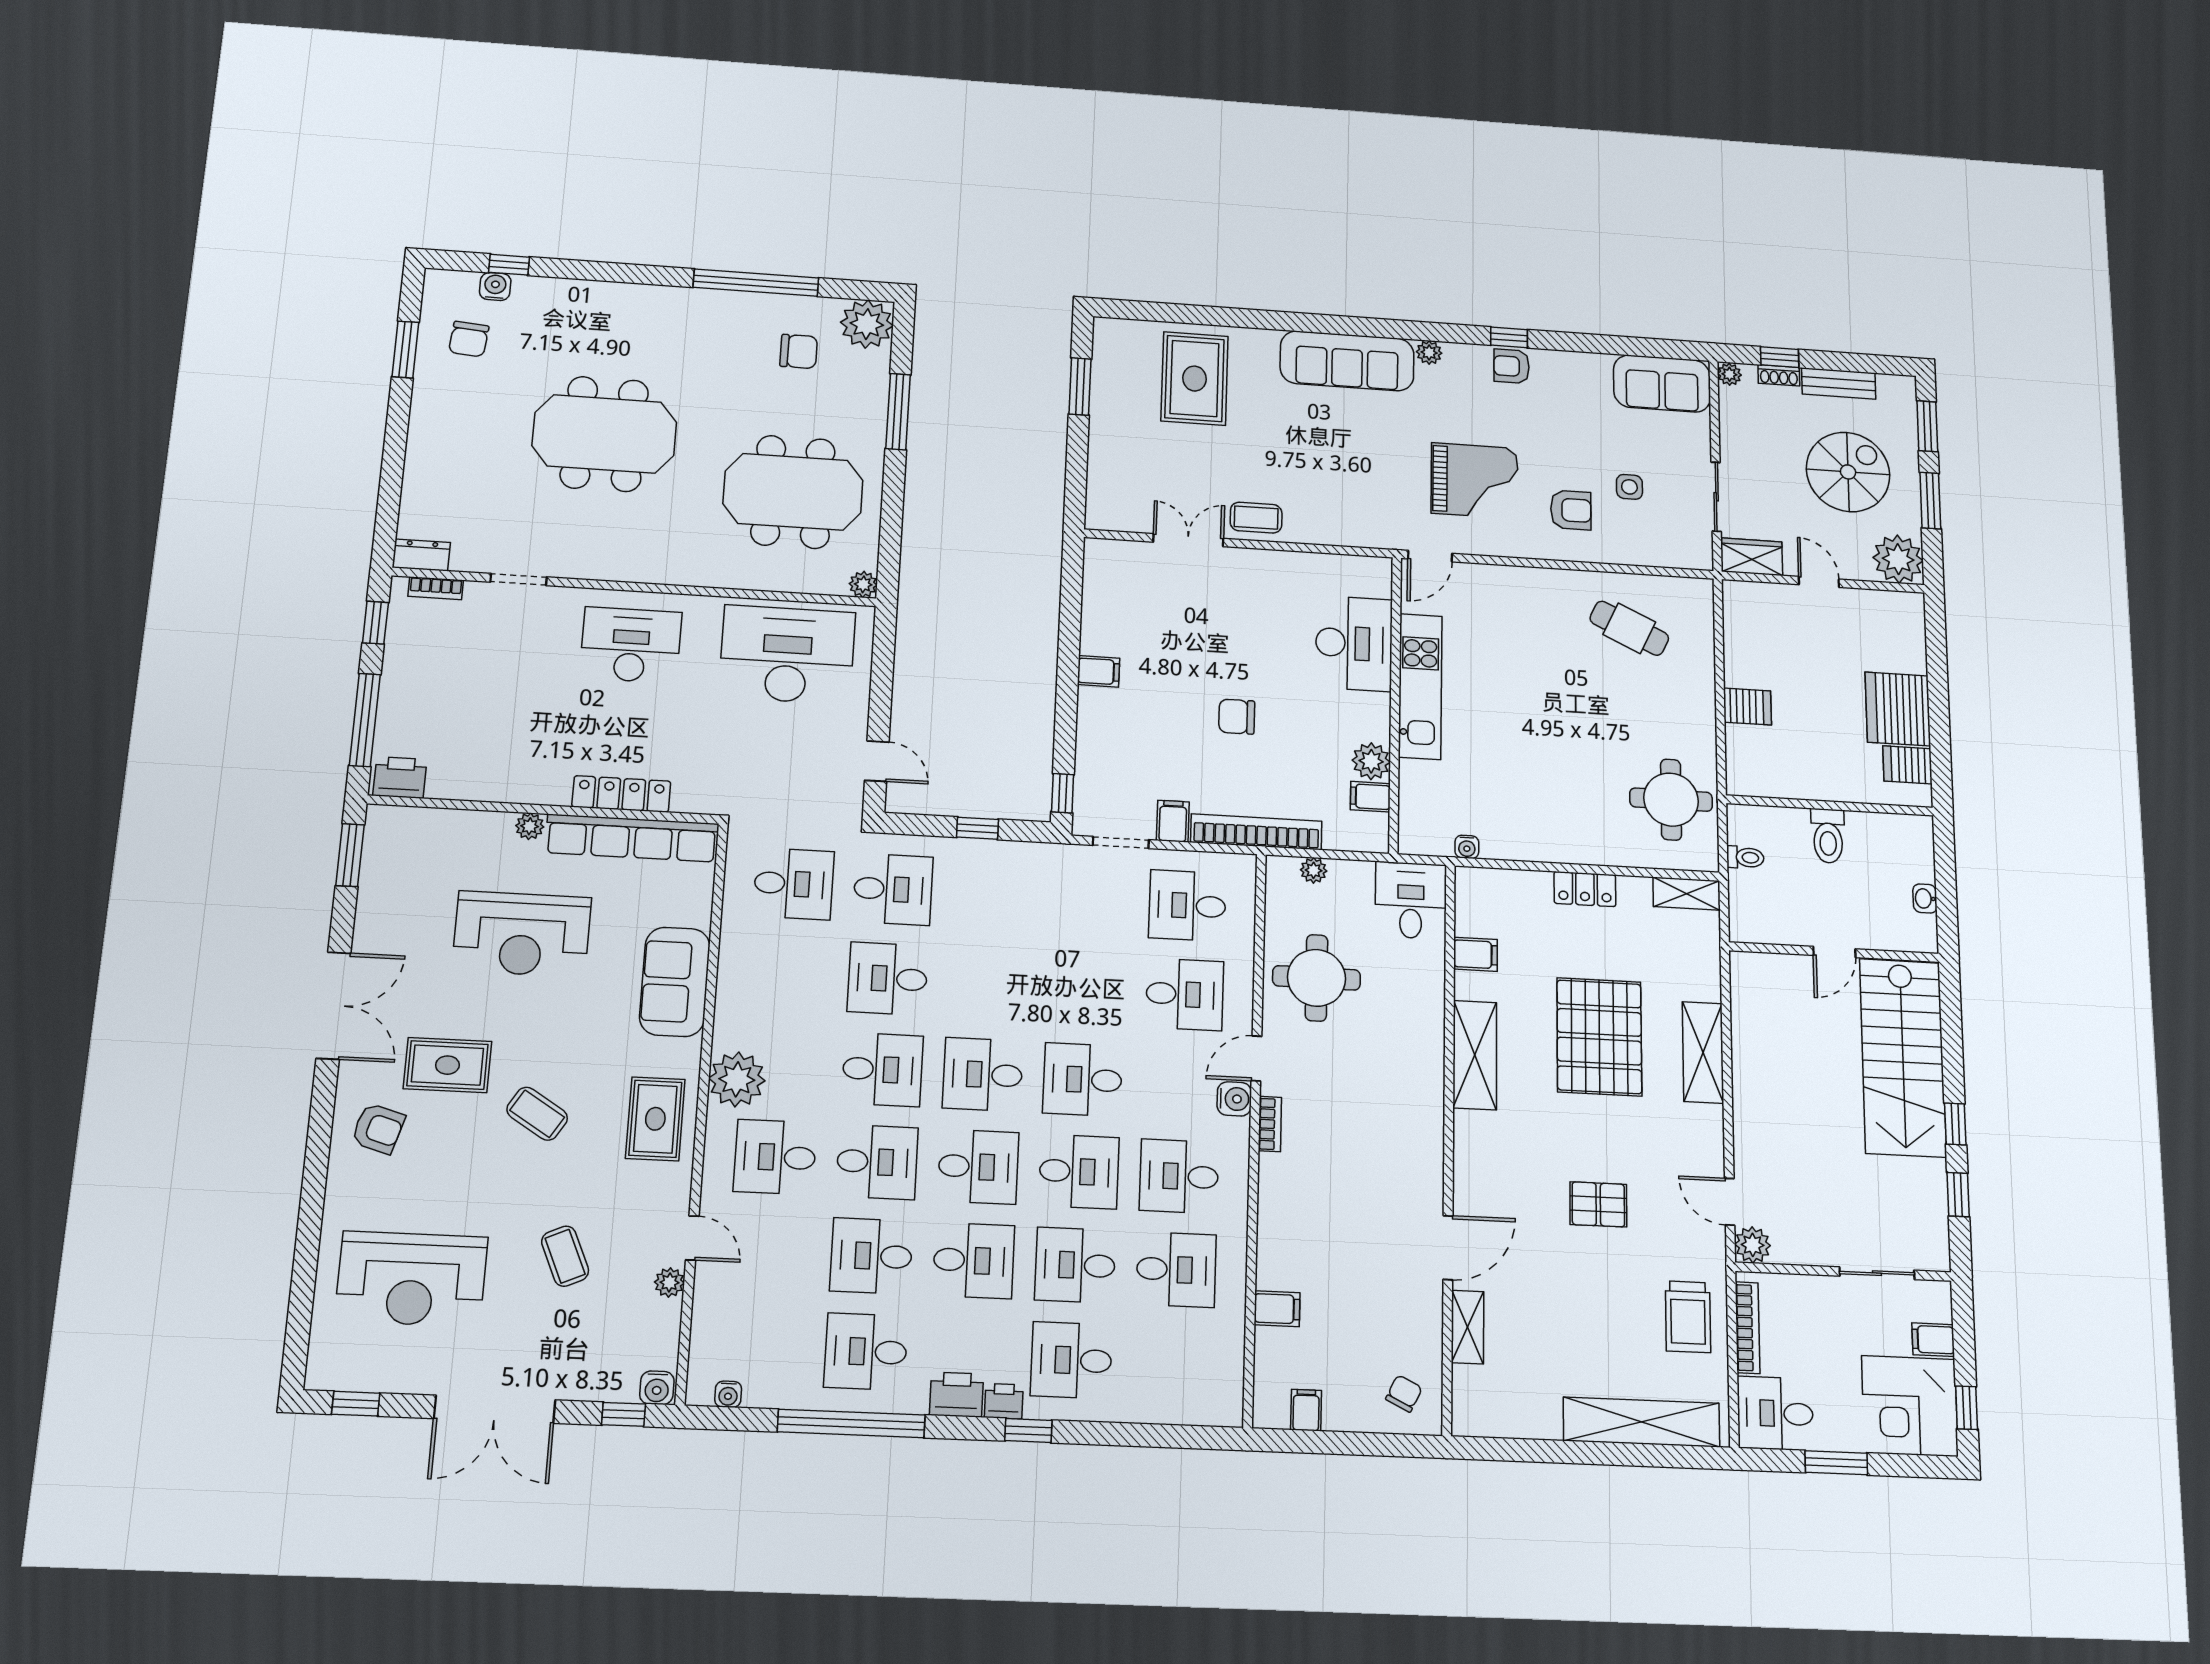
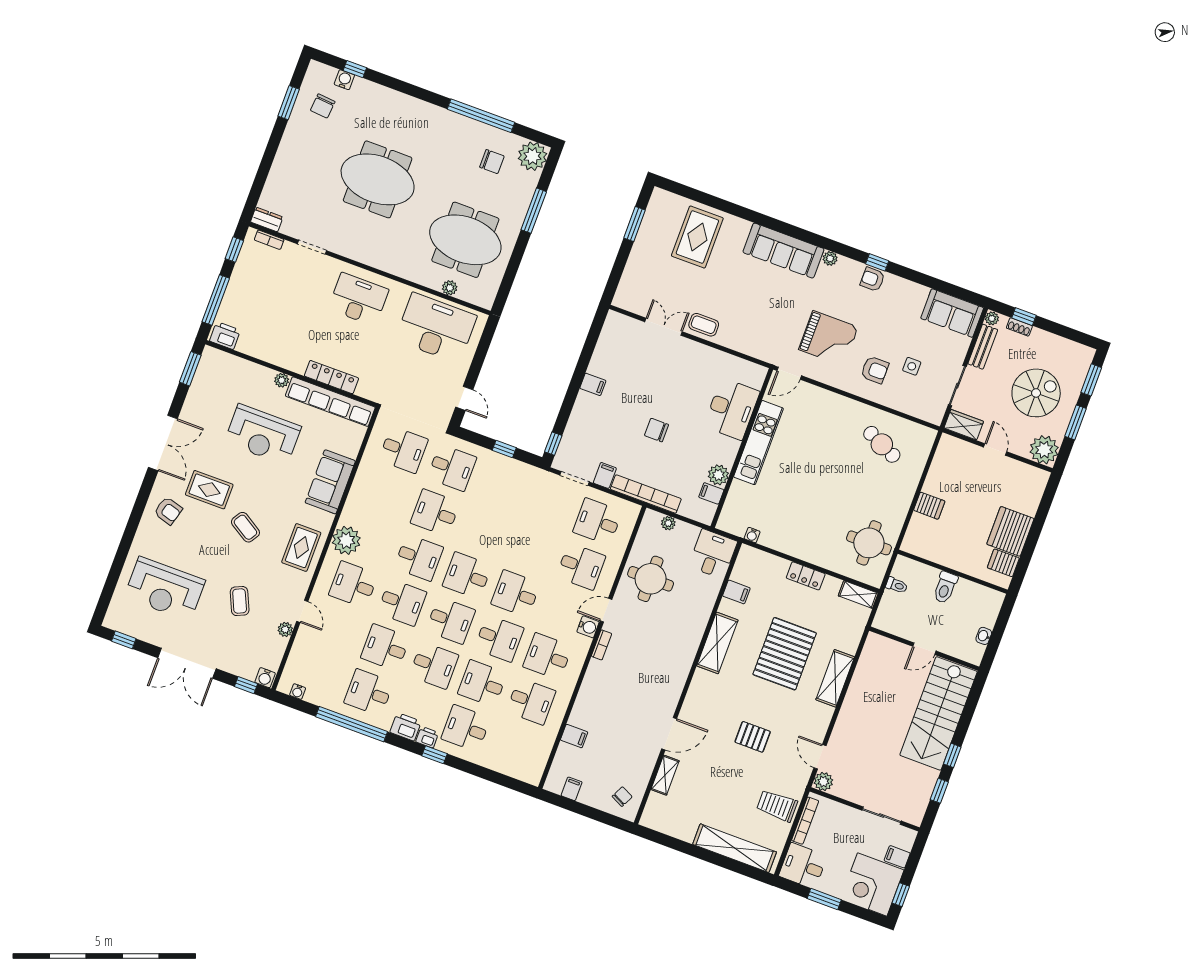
bench: (1839, 383) -> (983, 347), moved, turned 90
plant: (863, 584) -> (450, 288), moved
trolley: (1688, 1317) -> (777, 806), turned 90

